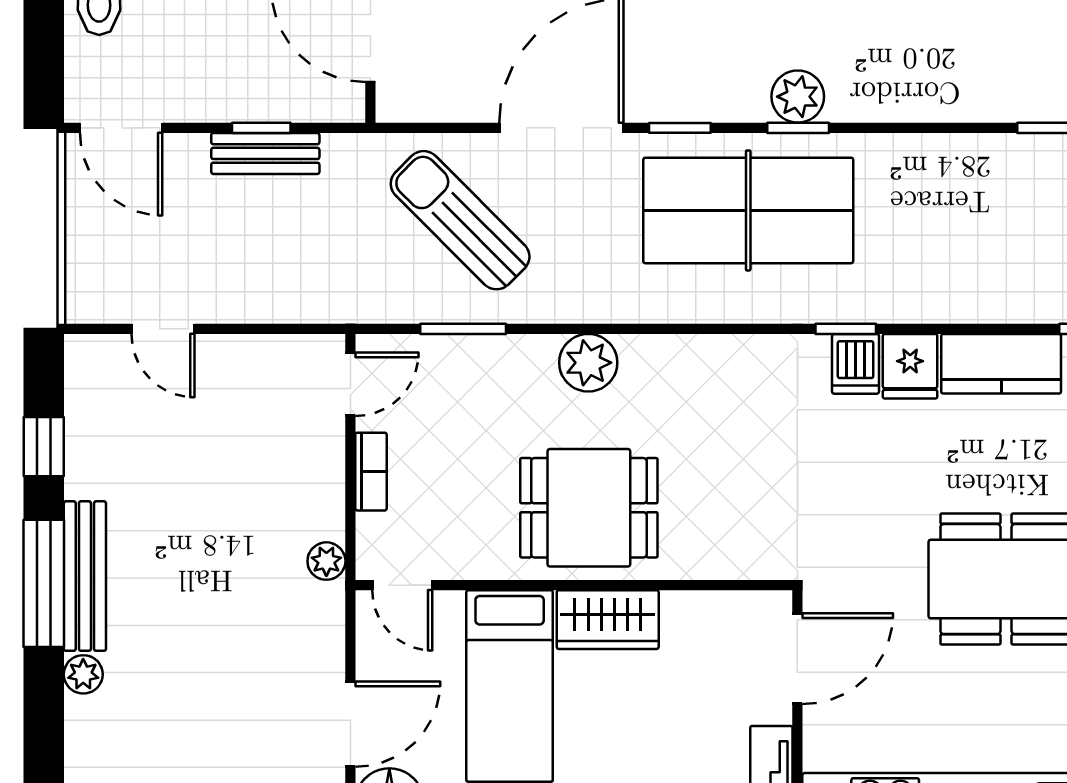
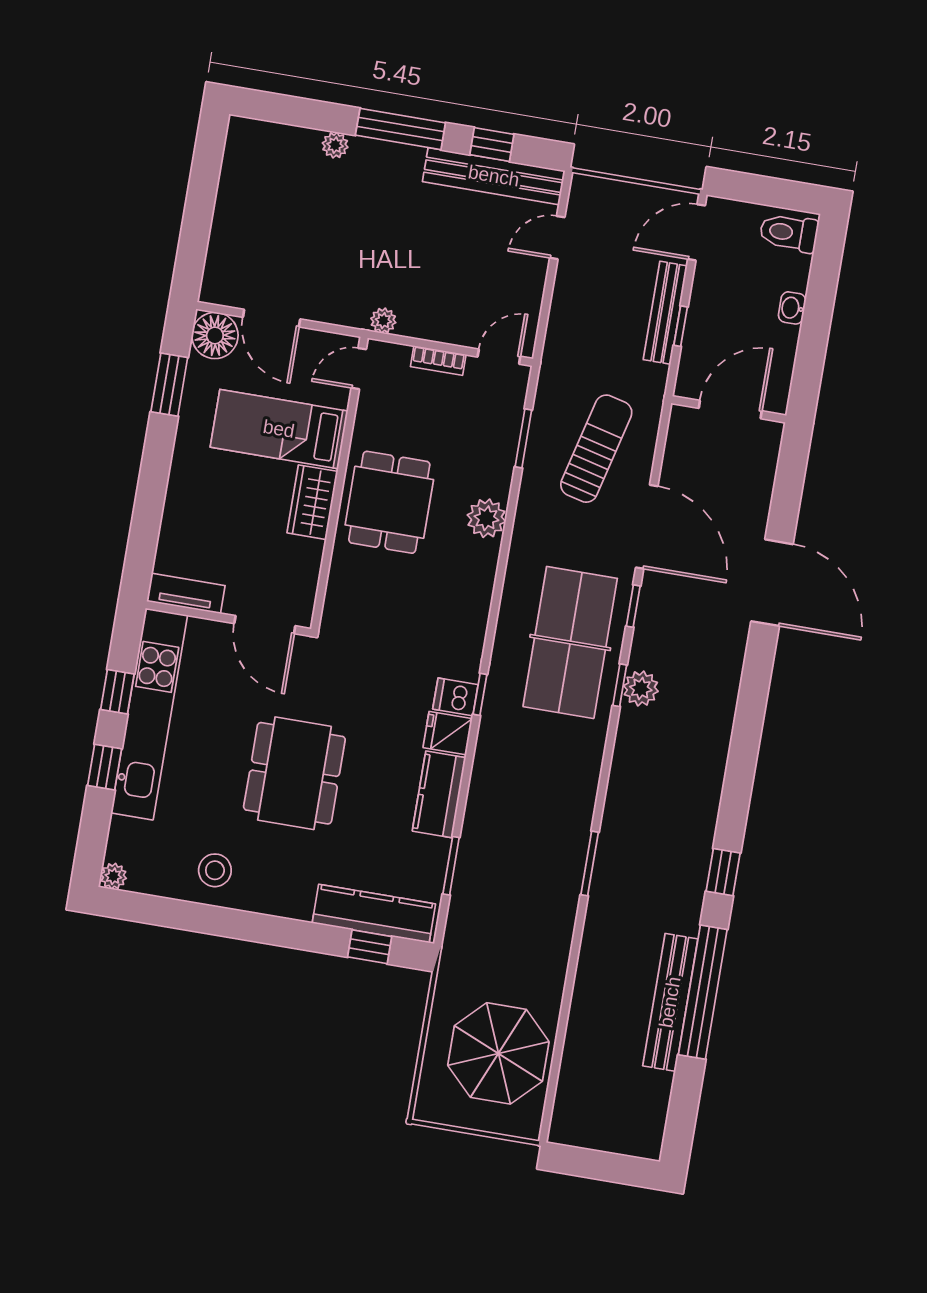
bench: (265, 153) -> (665, 313), width x1.36
sun lounger: (460, 220) -> (596, 449), turned -31
door: (350, 384) -> (499, 357), swing flipped
bench: (85, 576) -> (494, 176), moved, width x1.37, depth x1.21

